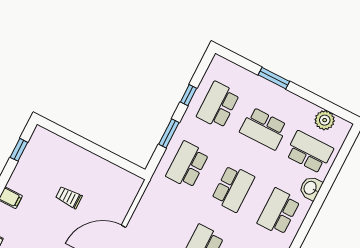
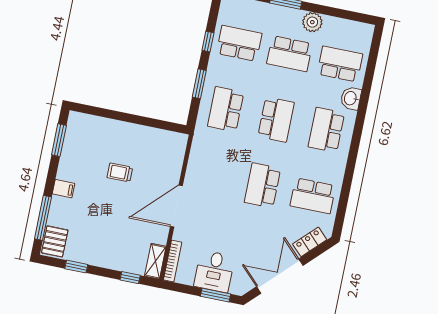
school desk: (218, 105) -> (239, 43), turned 90
plant: (325, 120) -> (312, 22), moved
window: (19, 150) -> (59, 140), width x1.50

